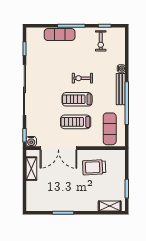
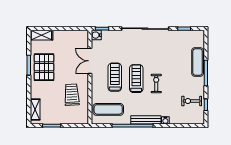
double door: (58, 148) -> (90, 61), width x0.73
shelving: (31, 169) -> (41, 35), moved
pallet: (65, 197) -> (44, 67), added

